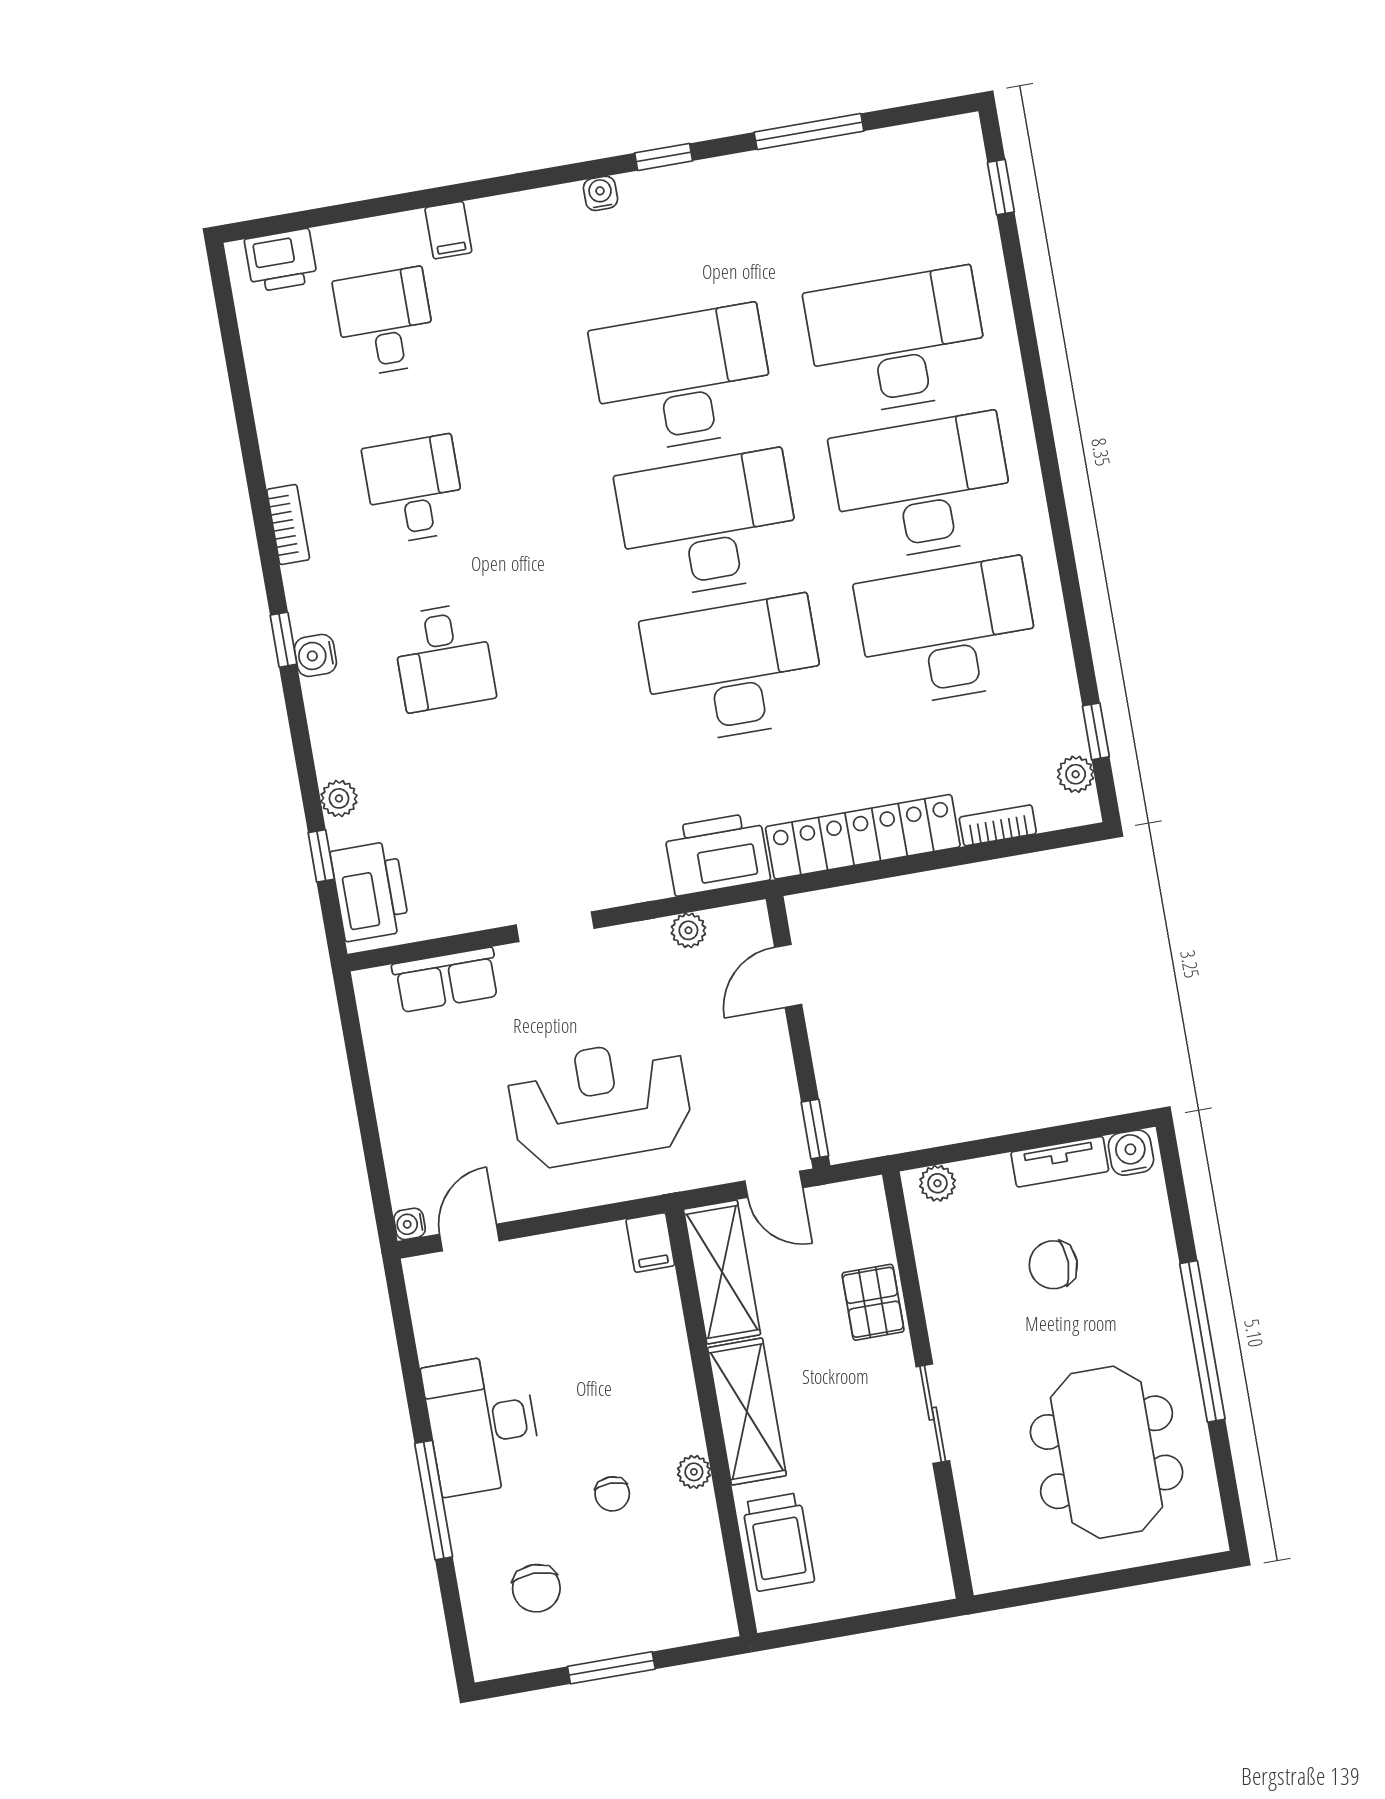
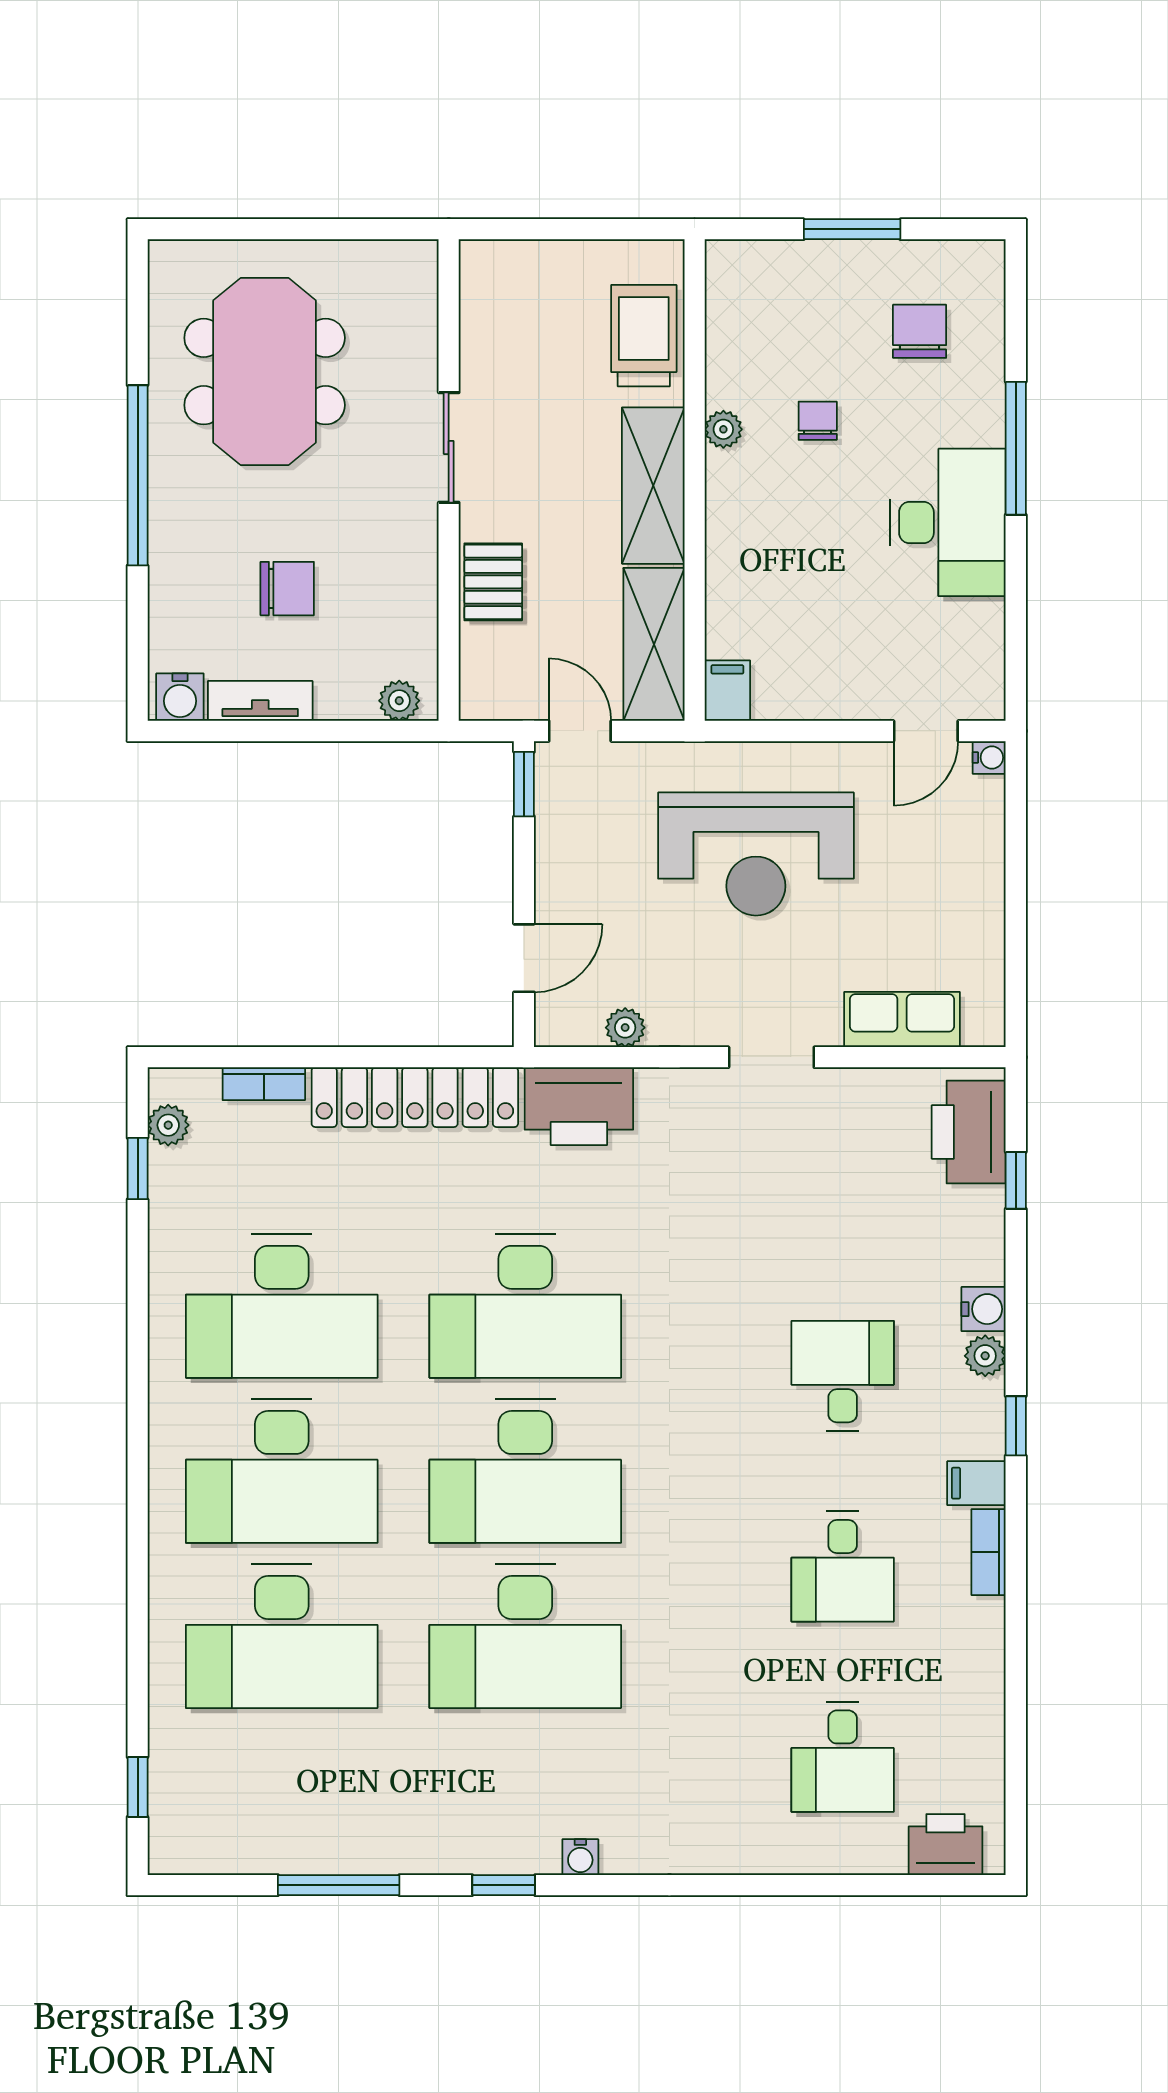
filing cabinet: (448, 230) -> (976, 1483), moved, turned -90
water cooler: (315, 655) -> (984, 1309), moved
plant: (339, 798) -> (985, 1356), moved

